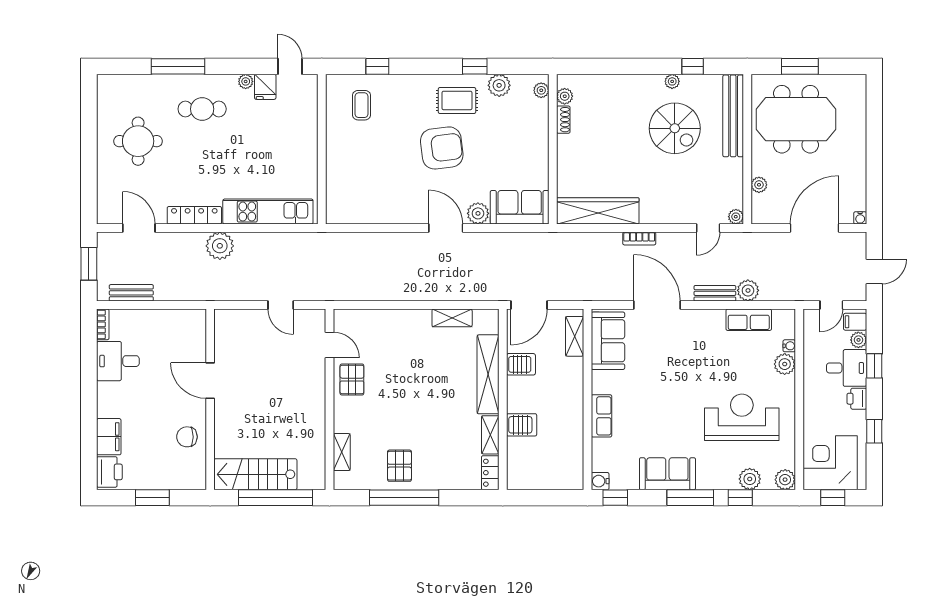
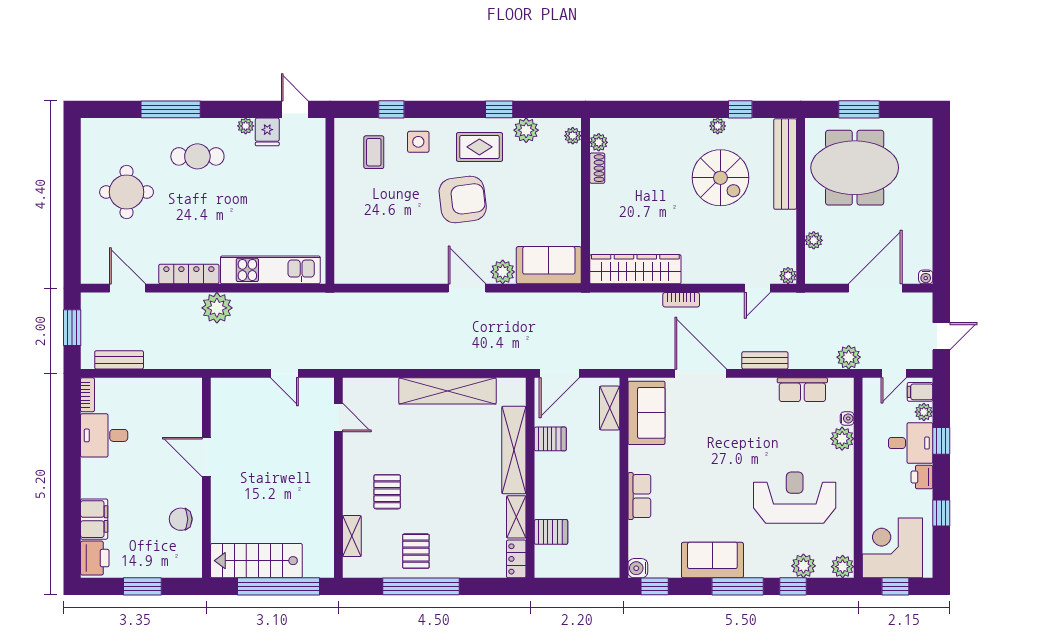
side table: (402, 96) -> (418, 142), added
plant: (748, 290) -> (849, 357), moved
shelving: (452, 318) -> (447, 391), width x2.20, depth x1.33
pallet: (352, 380) -> (387, 492), moved
server rack: (522, 425) -> (551, 532), moved

